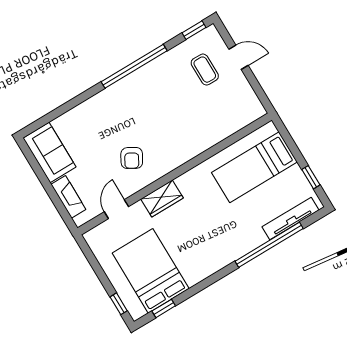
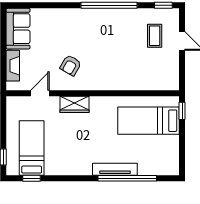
window: (311, 177) -> (182, 111), moved
tv unit: (290, 219) -> (115, 169), moved
bed: (151, 271) -> (32, 148), width x0.67

